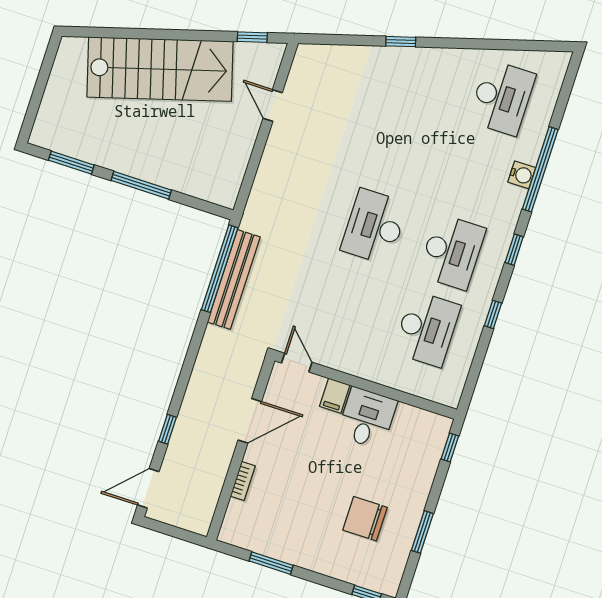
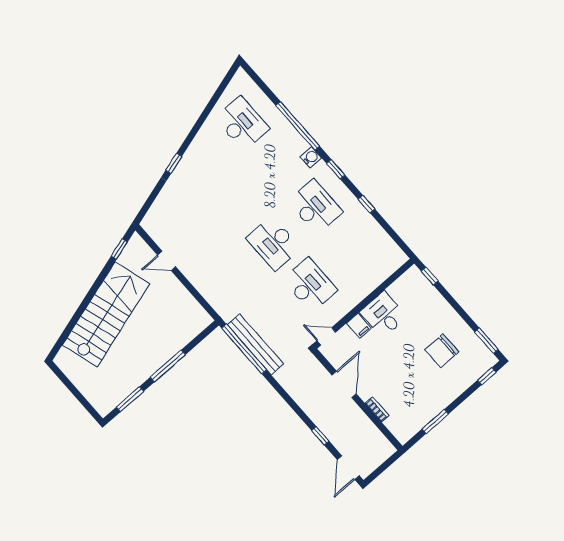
water cooler: (522, 175) -> (311, 157), moved
desk: (427, 329) -> (310, 285), moved
window: (422, 532) -> (486, 341), moved

